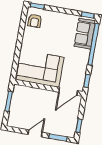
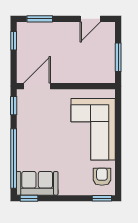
sofa: (85, 34) -> (37, 183), moved, turned -90
corner sofa: (40, 68) -> (93, 129), moved, turned 90
door: (35, 133) -> (90, 19), moved

